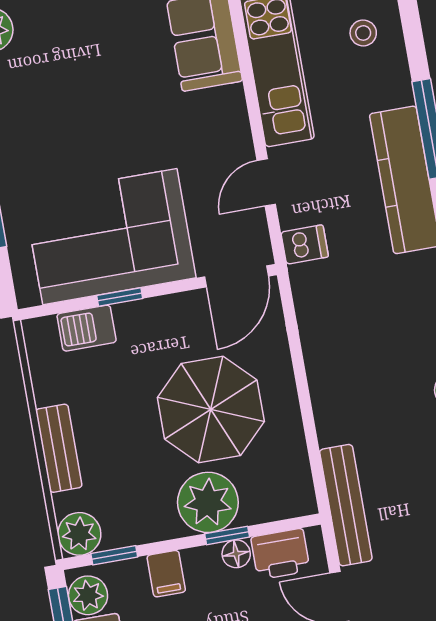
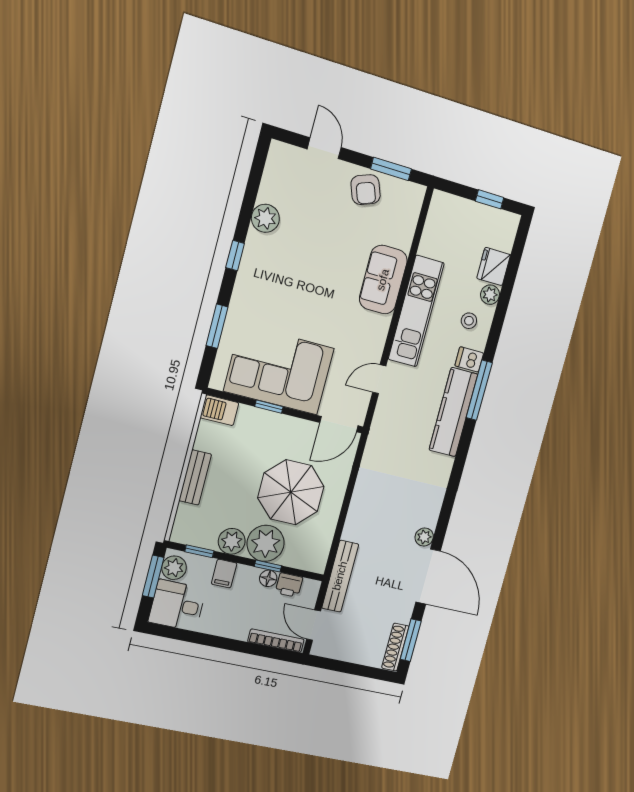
dishwasher: (305, 244) -> (469, 359), moved, turned 180
barbecue: (87, 328) -> (219, 410), moved
plant: (79, 534) -> (232, 541), moved
printer: (280, 554) -> (289, 585), width x0.73, depth x0.81

